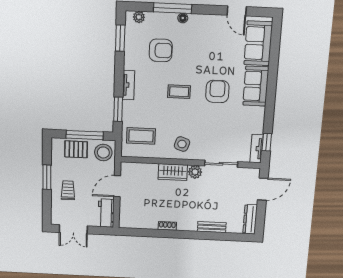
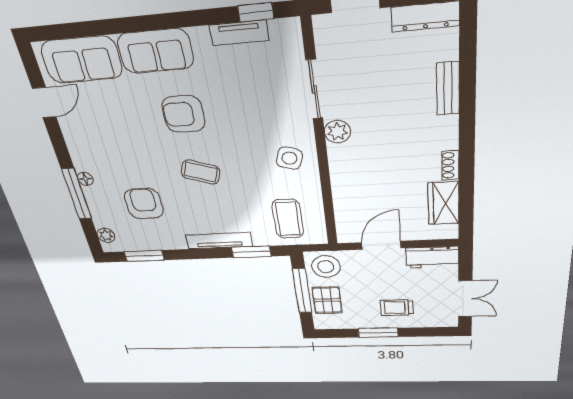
tv unit: (129, 85) -> (219, 241), width x1.41
coffee table: (179, 92) -> (201, 172), turned -71
tv unit: (256, 149) -> (239, 33), moved
wardrobe: (173, 172) -> (443, 203), moved, turned 180
door: (117, 186) -> (381, 245), swing flipped

